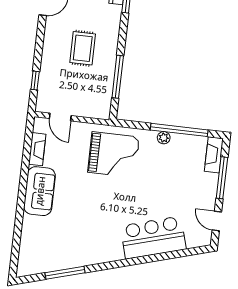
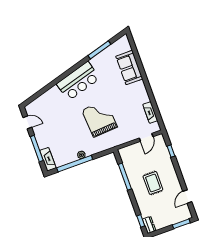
door: (60, 117) -> (146, 137), swing flipped
grand piano: (114, 155) -> (99, 119), moved, turned 86
sofa: (40, 191) -> (129, 68), moved
bar counter: (153, 238) -> (78, 81), moved

